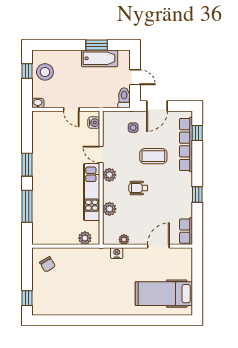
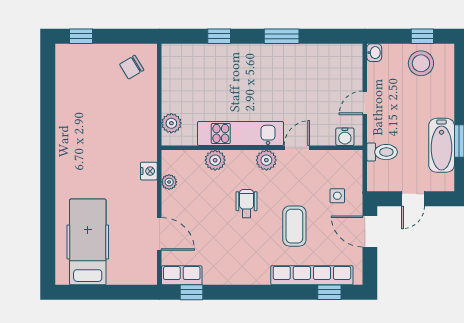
toilet: (124, 98) -> (382, 152), moved
window: (197, 195) -> (191, 292), moved
window: (27, 206) -> (219, 36), width x0.46

